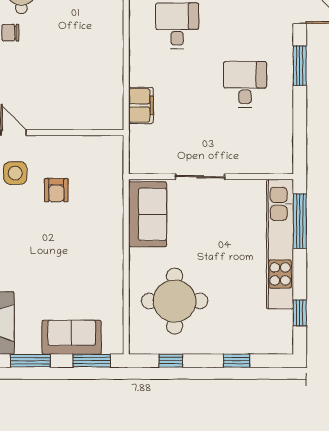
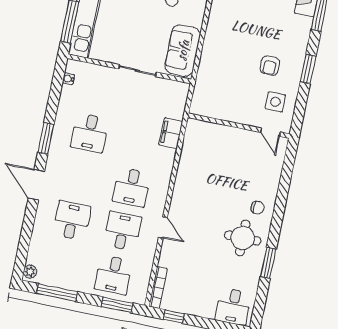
water cooler: (287, 148) -> (68, 79), added
armchair: (56, 190) -> (270, 66), moved, turned 180

